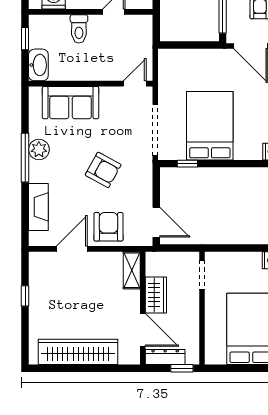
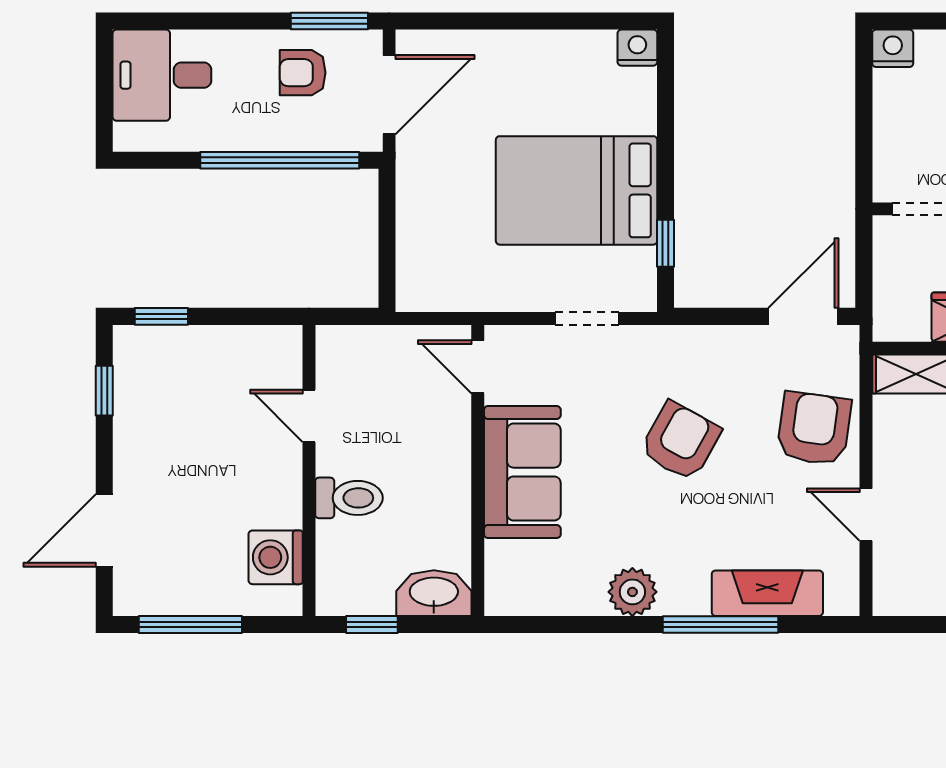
sofa: (70, 103) -> (522, 472), moved
doorway: (155, 130) -> (587, 319), width x0.53
window: (25, 158) -> (720, 624), moved
armchair: (108, 227) -> (814, 429), turned 98
door: (72, 249) -> (866, 515), width x0.73

